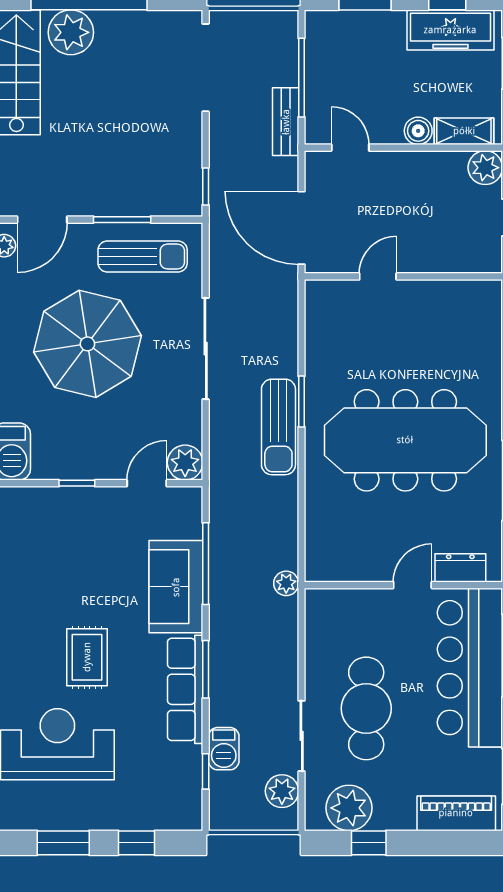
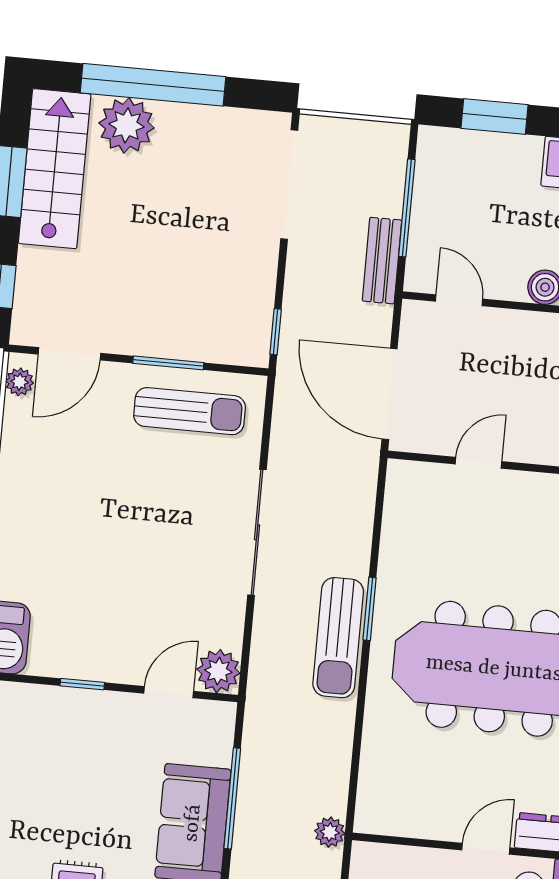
parasol: (87, 344) -> (111, 513), removed

